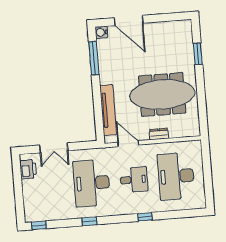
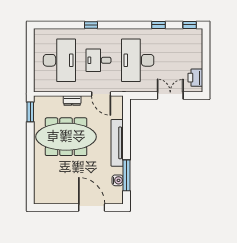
water cooler: (101, 32) -> (118, 180), moved
window: (198, 54) -> (30, 112), moved
tv unit: (108, 110) -> (117, 143), moved
desk: (92, 183) -> (138, 60), turned 180
window: (89, 221) -> (158, 25), moved

